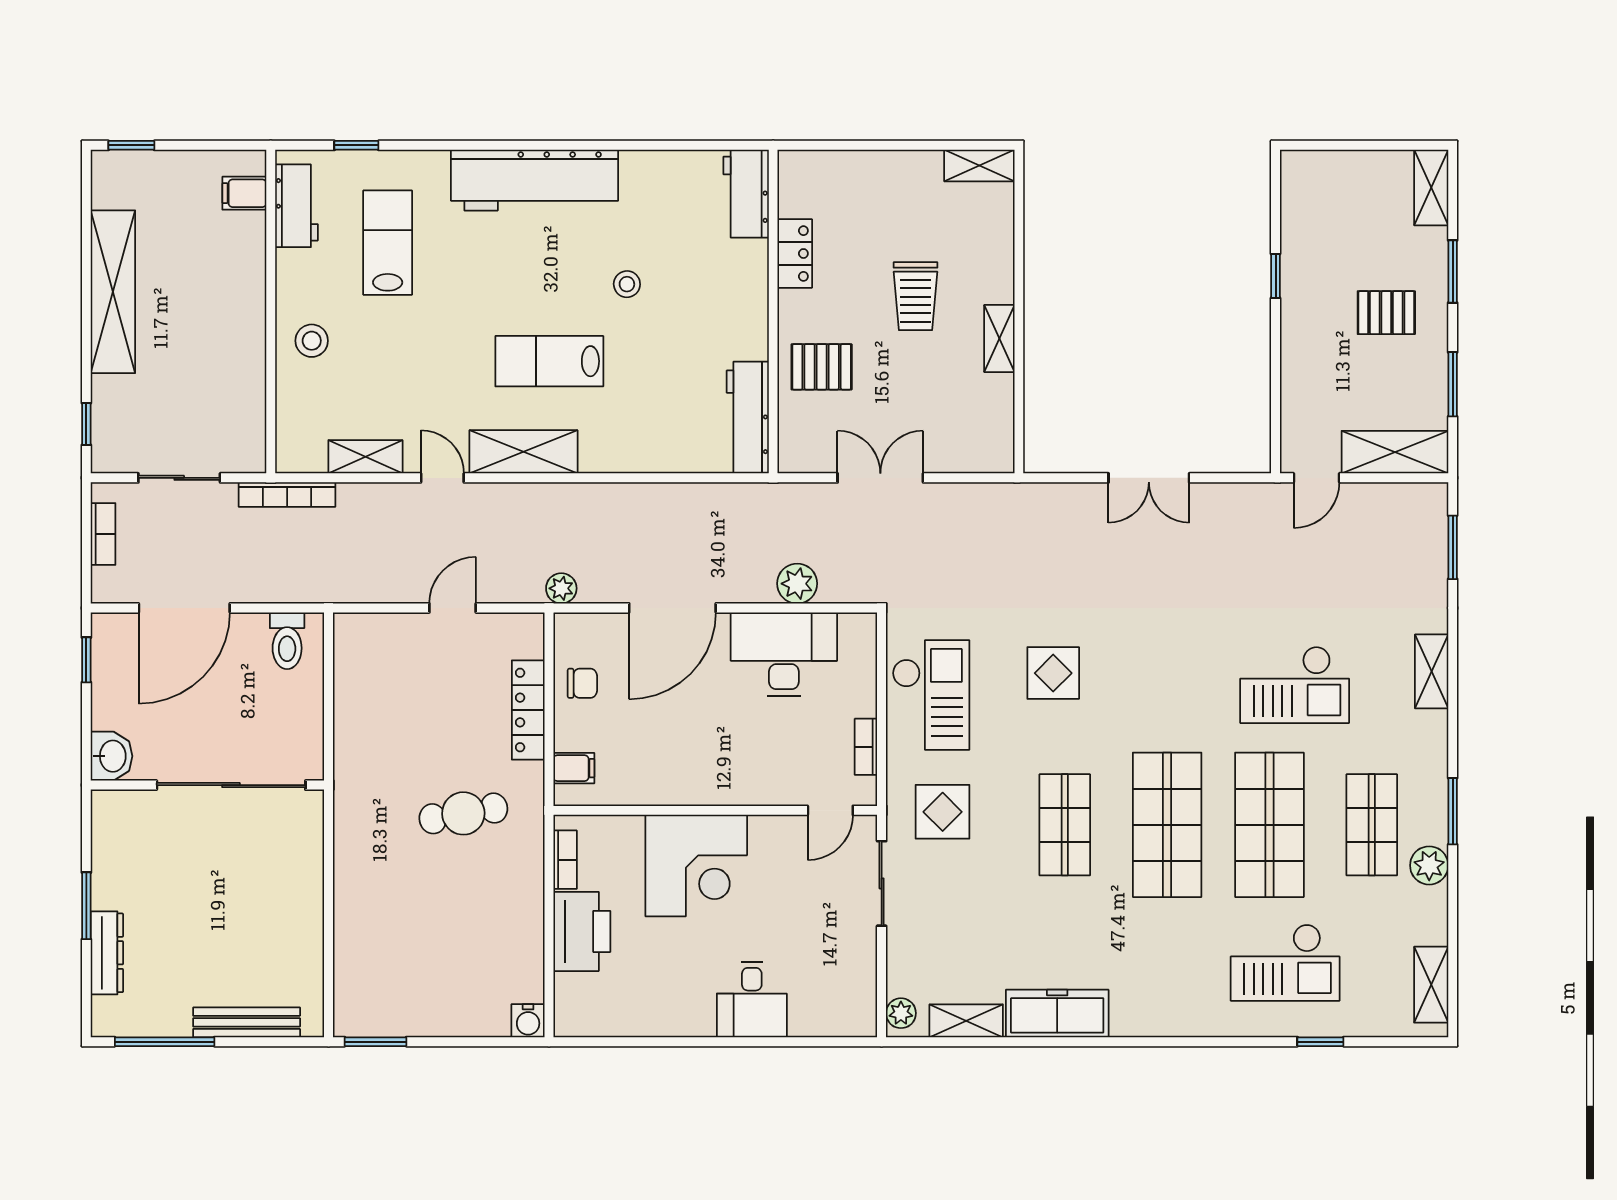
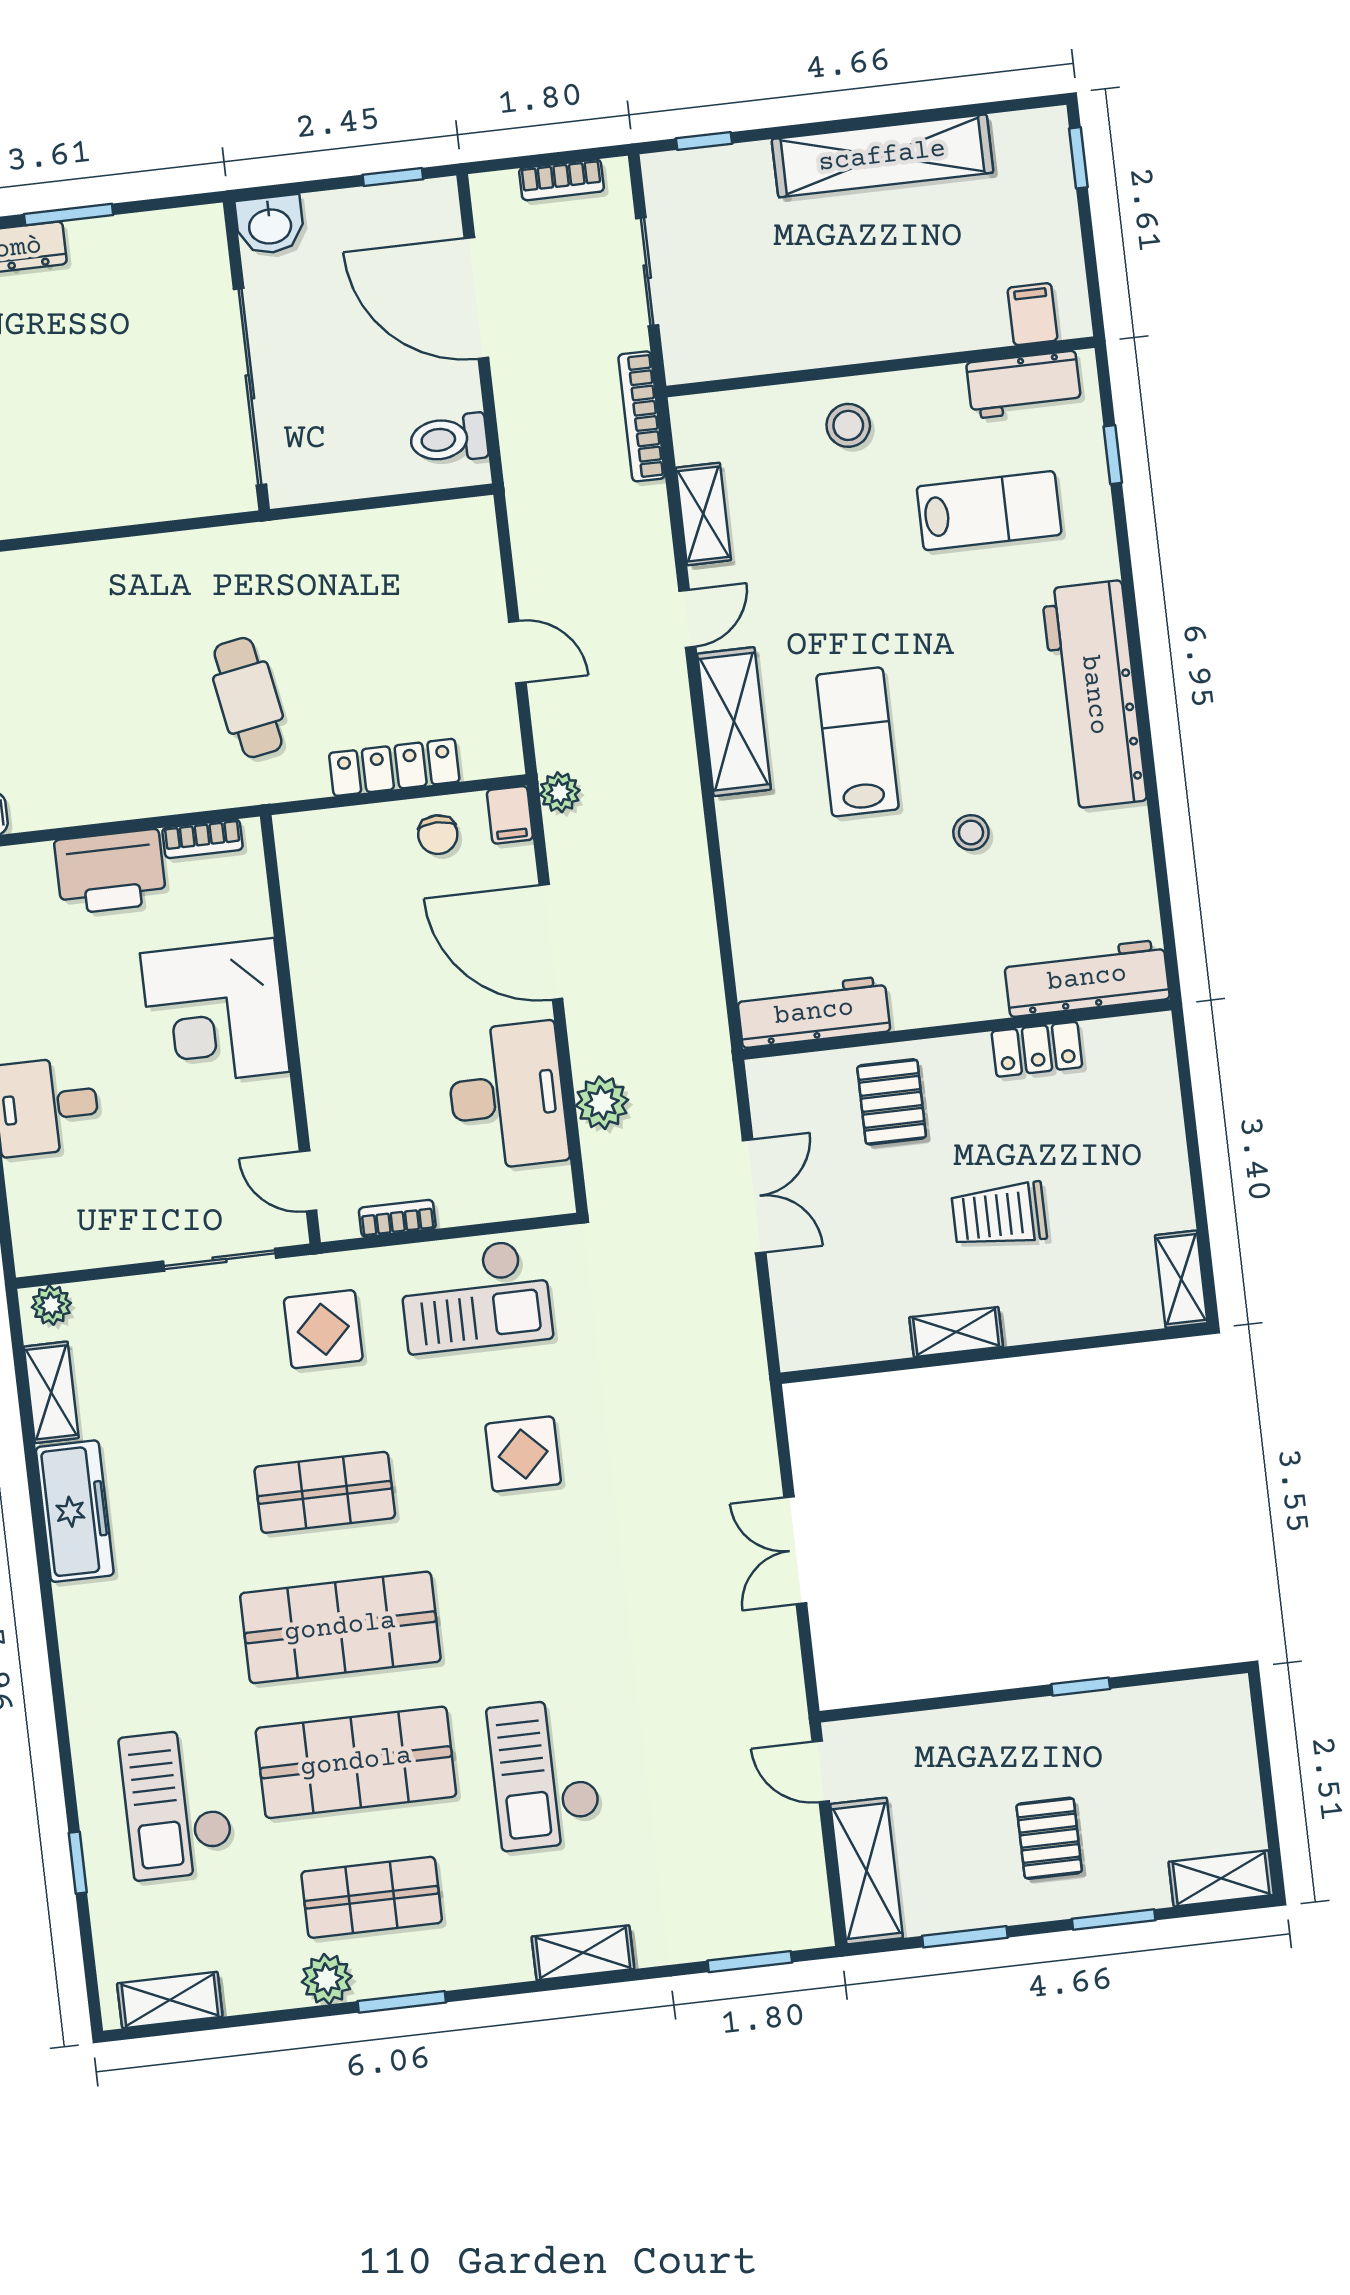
workbench: (746, 194) -> (1087, 978), width x1.38
filing cabinet: (574, 768) -> (510, 815), moved

